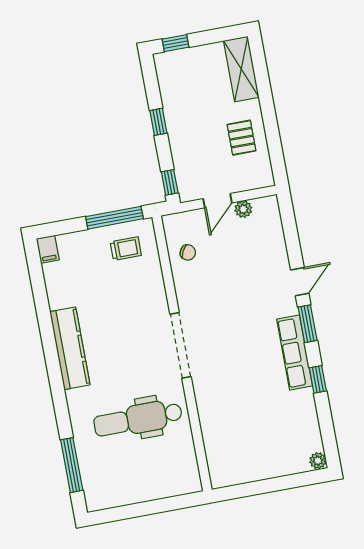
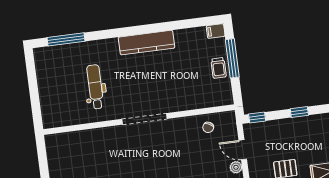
window: (114, 218) -> (232, 58), moved
trolley: (126, 249) -> (219, 68), moved
dental chair: (138, 419) -> (95, 87), width x0.73, depth x0.72

